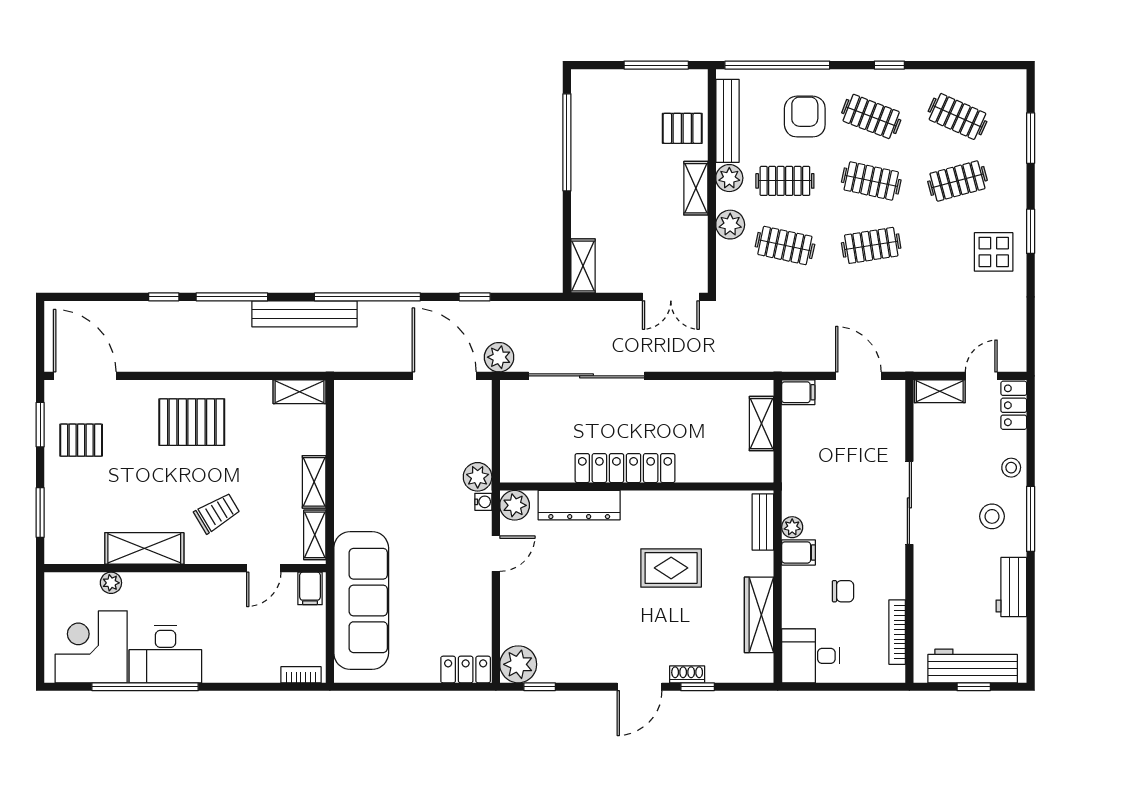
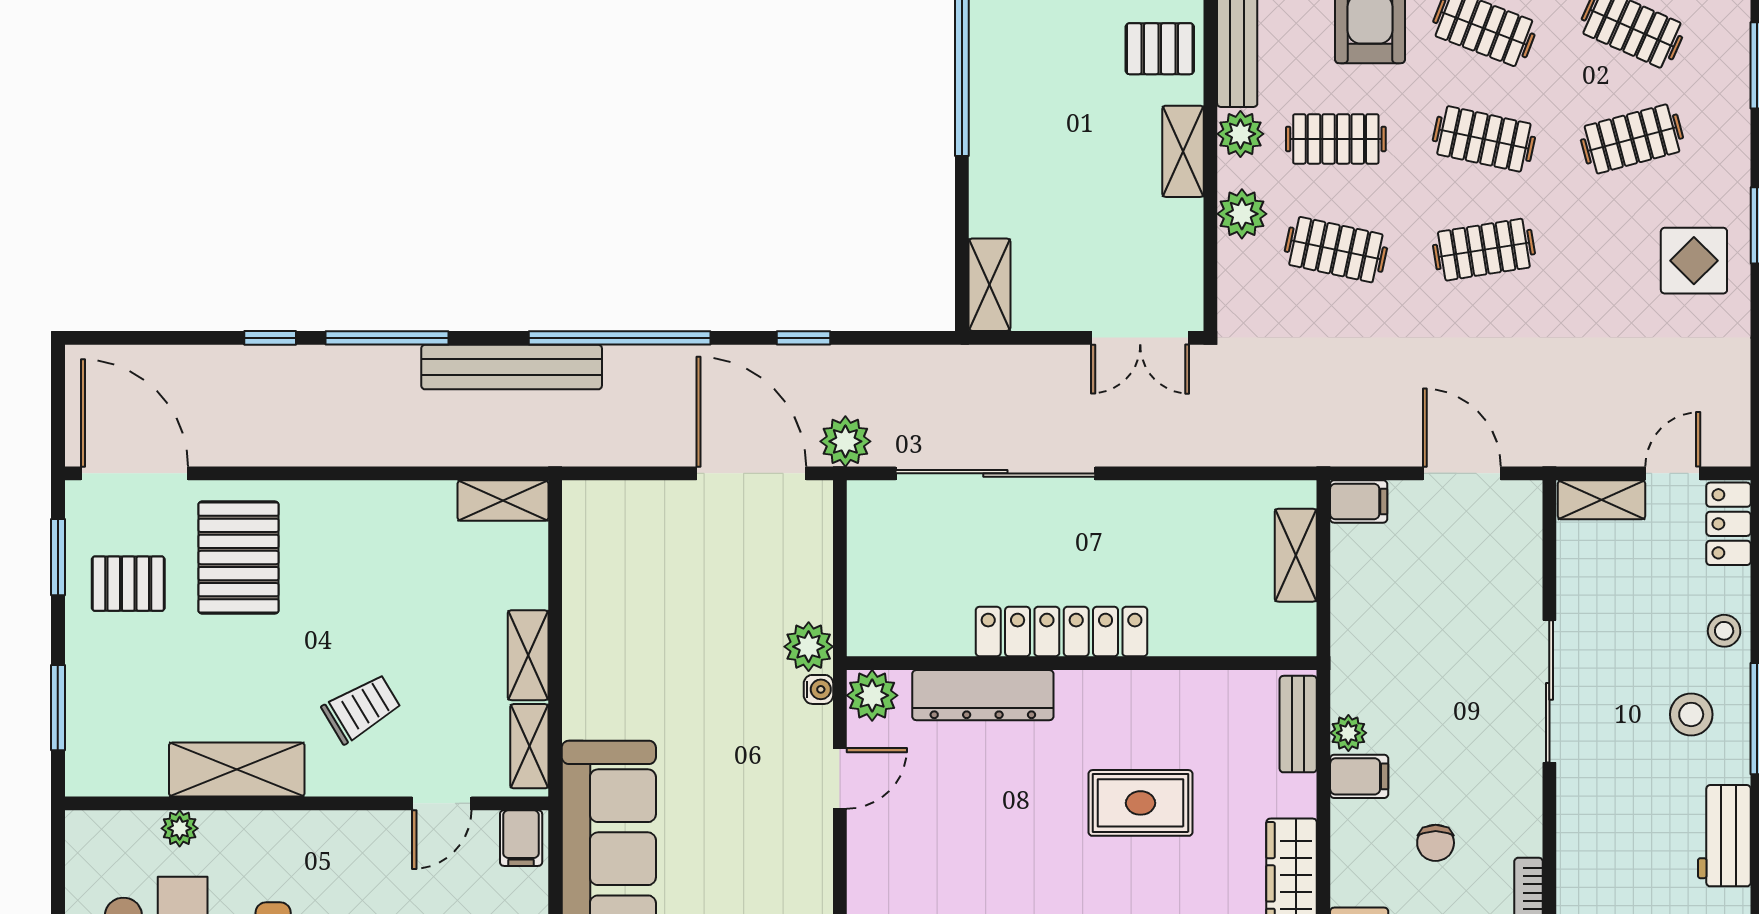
pallet: (192, 422) -> (238, 558), moved, turned 90
chair: (843, 591) -> (1436, 843), turned 90

